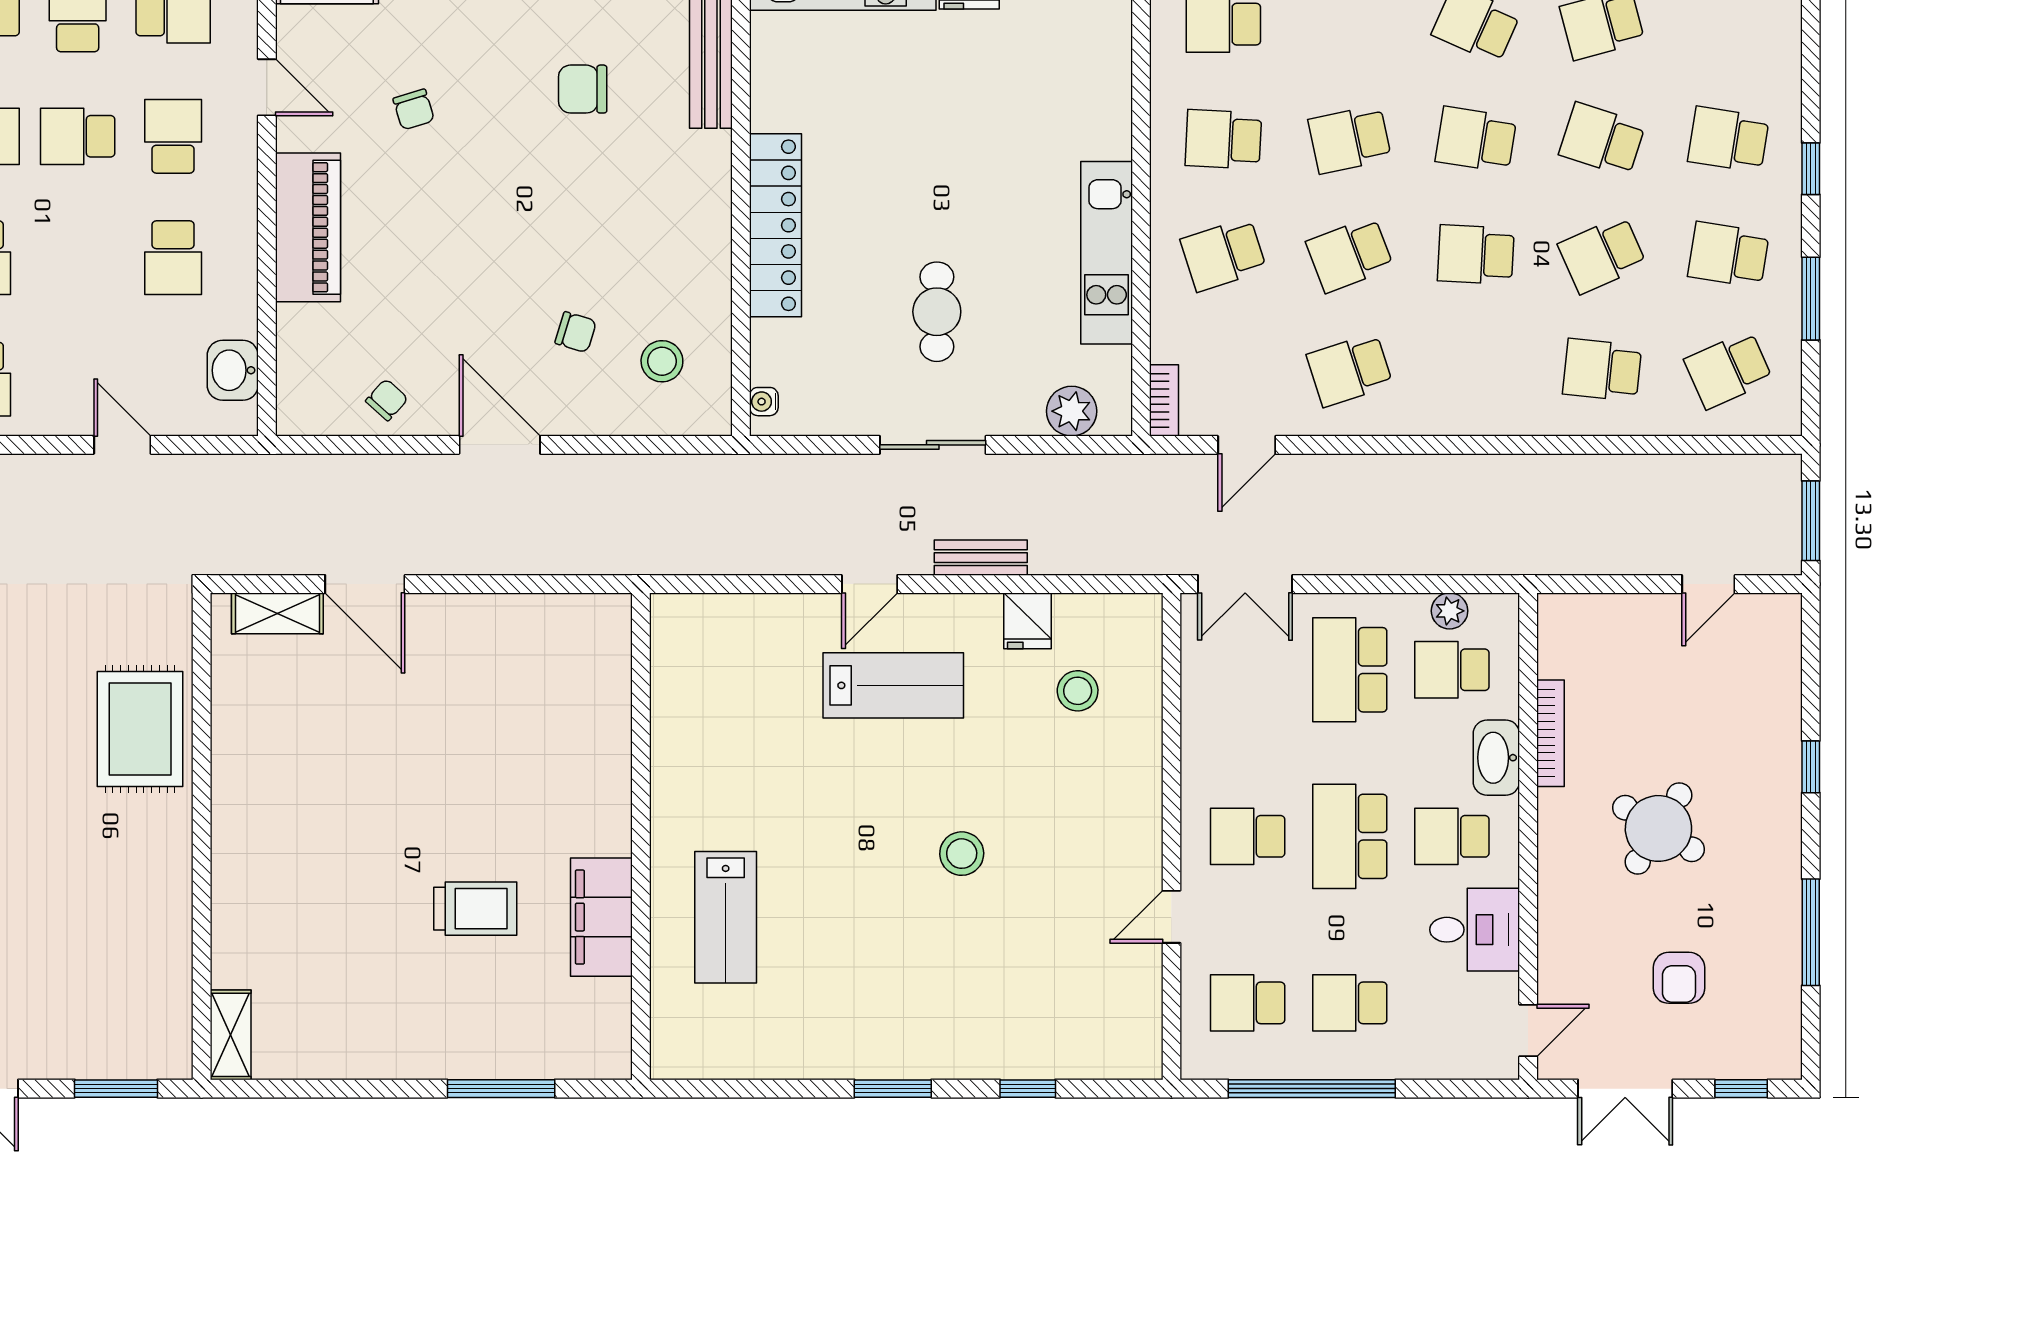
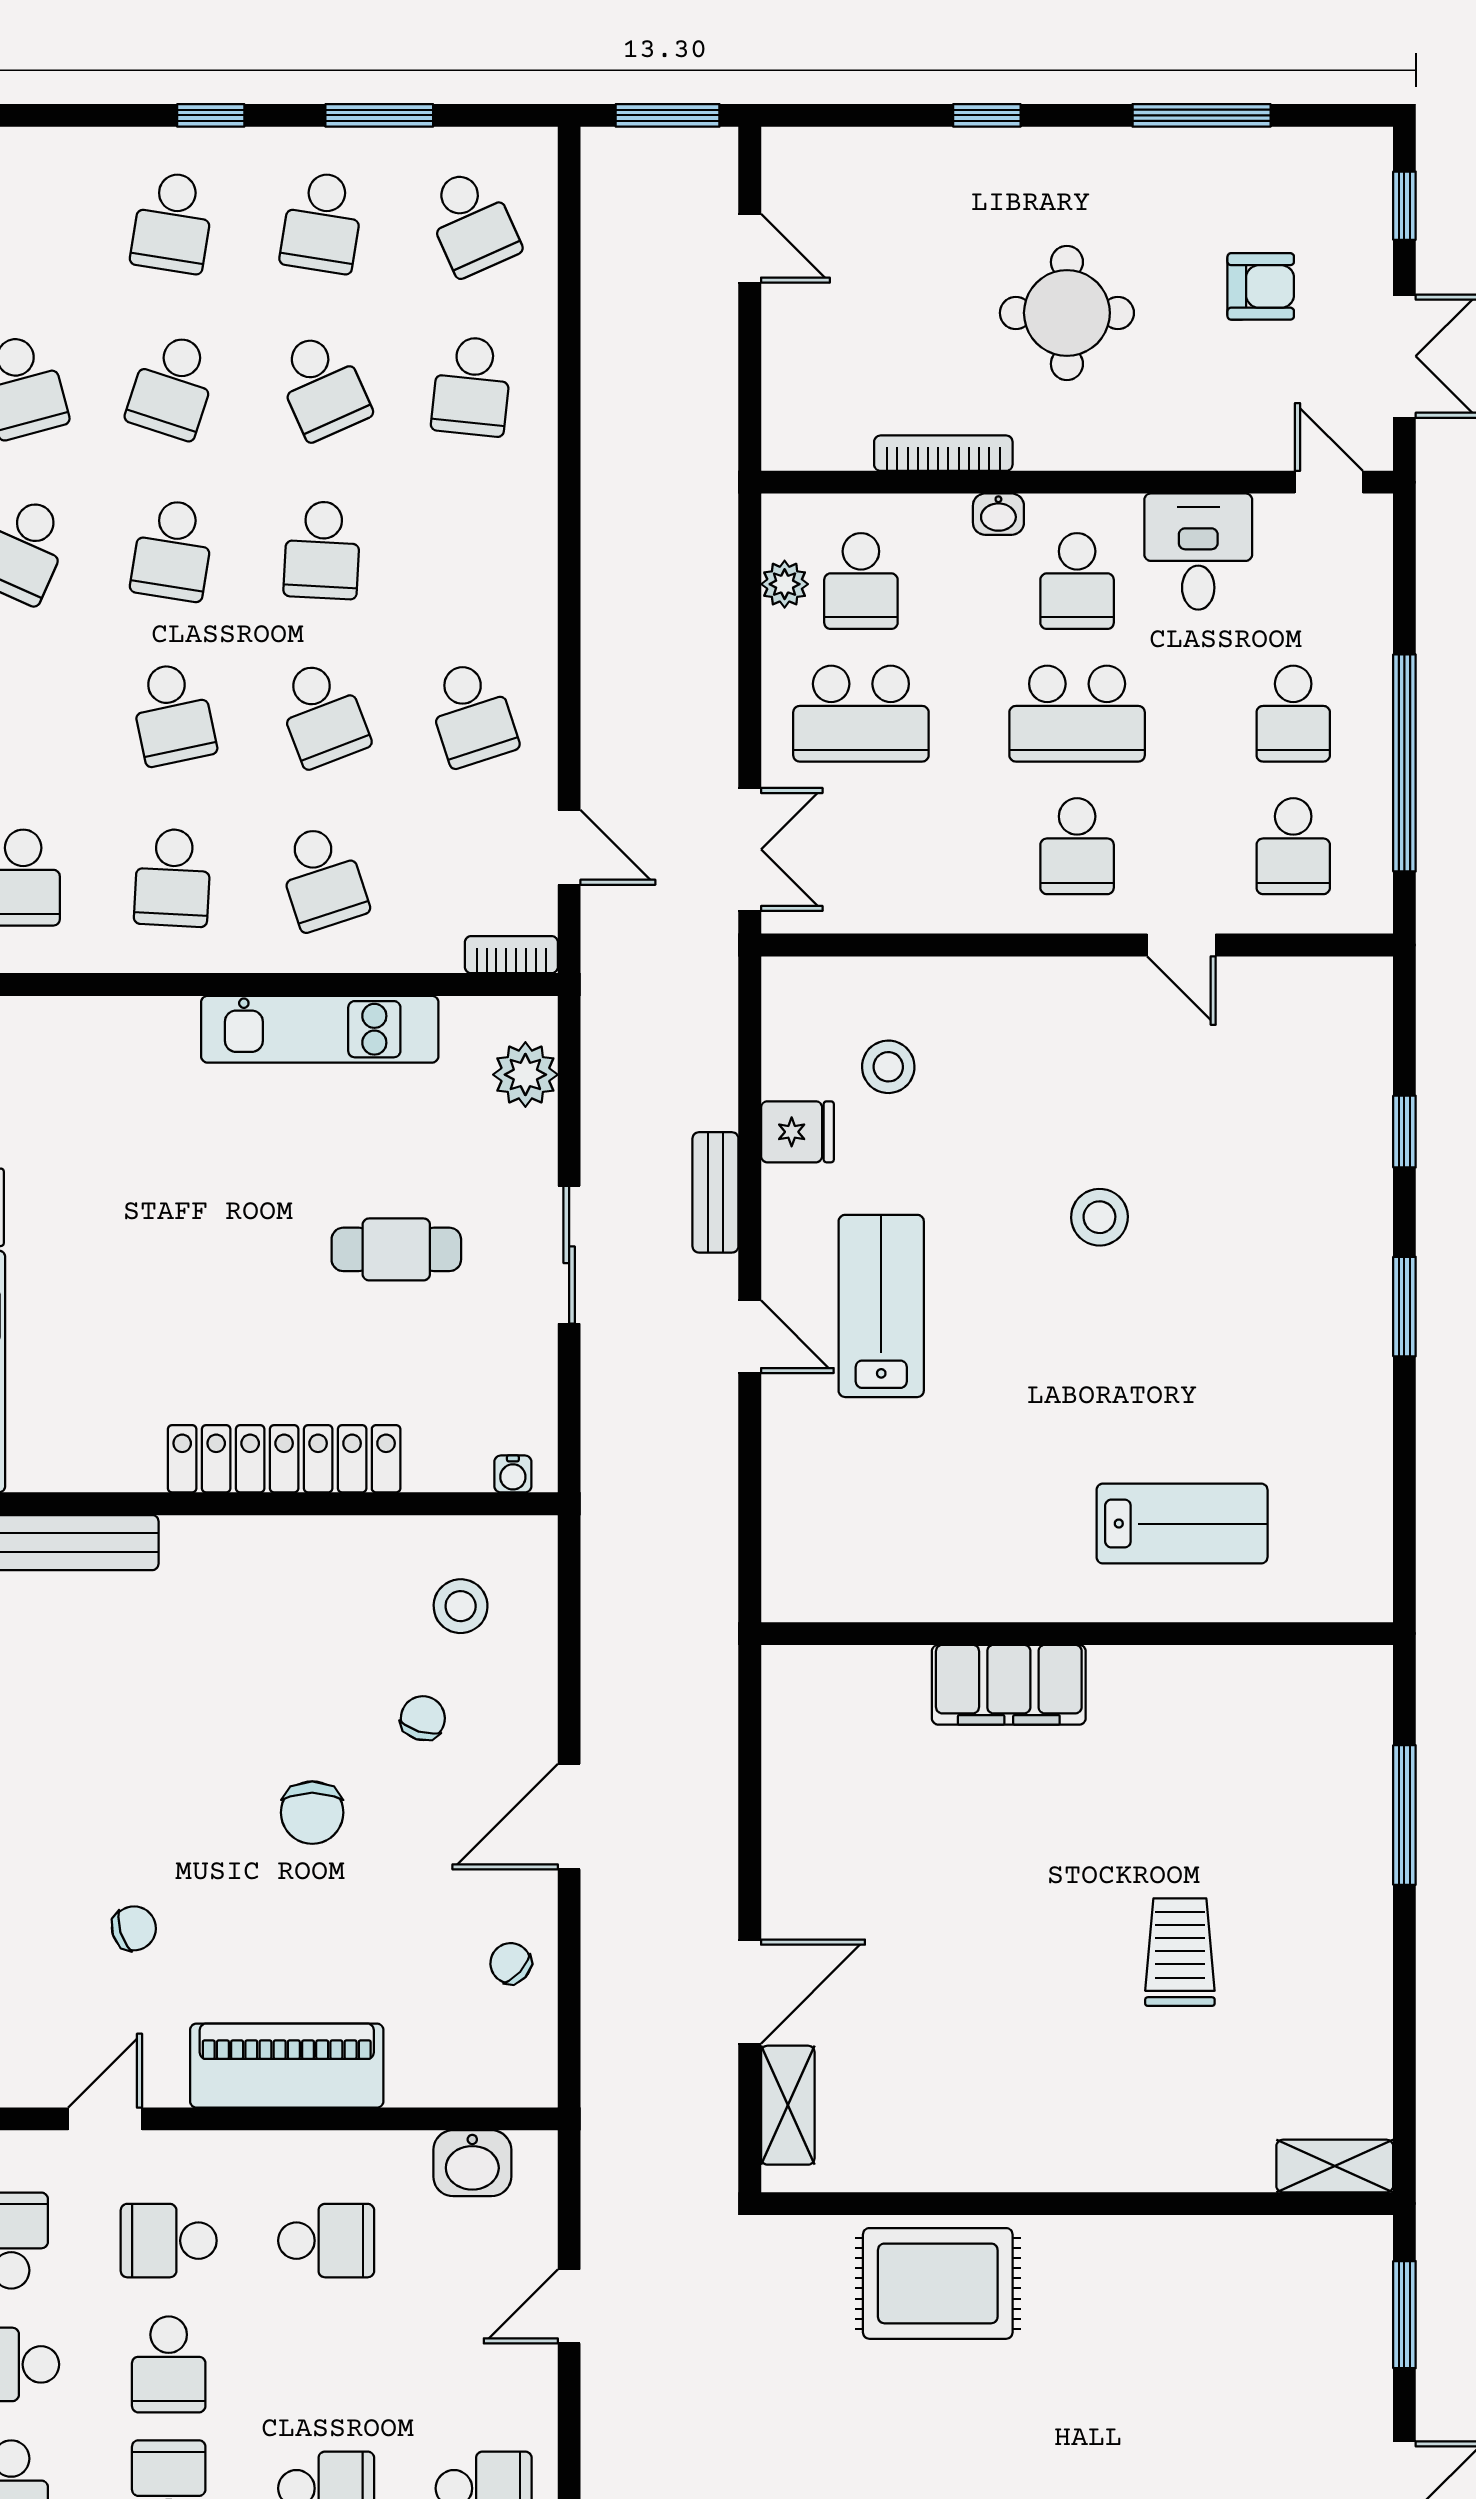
chair: (583, 89) -> (312, 1813), moved
washbasin: (1496, 758) -> (998, 514), width x0.52, depth x0.69
round table: (1658, 828) -> (1067, 313), turned -32
trolley: (475, 909) -> (1180, 1952), moved
filing cabinet: (601, 917) -> (1009, 1685), moved

